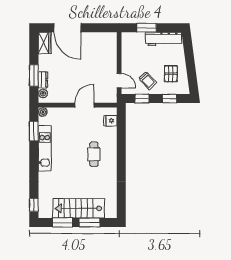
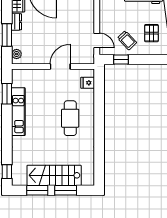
dresser: (43, 80) -> (16, 22), moved
window: (169, 99) -> (150, 59), removed
plant: (43, 112) -> (16, 74), removed
cafe table: (94, 154) -> (70, 118), width x1.37, depth x1.35

